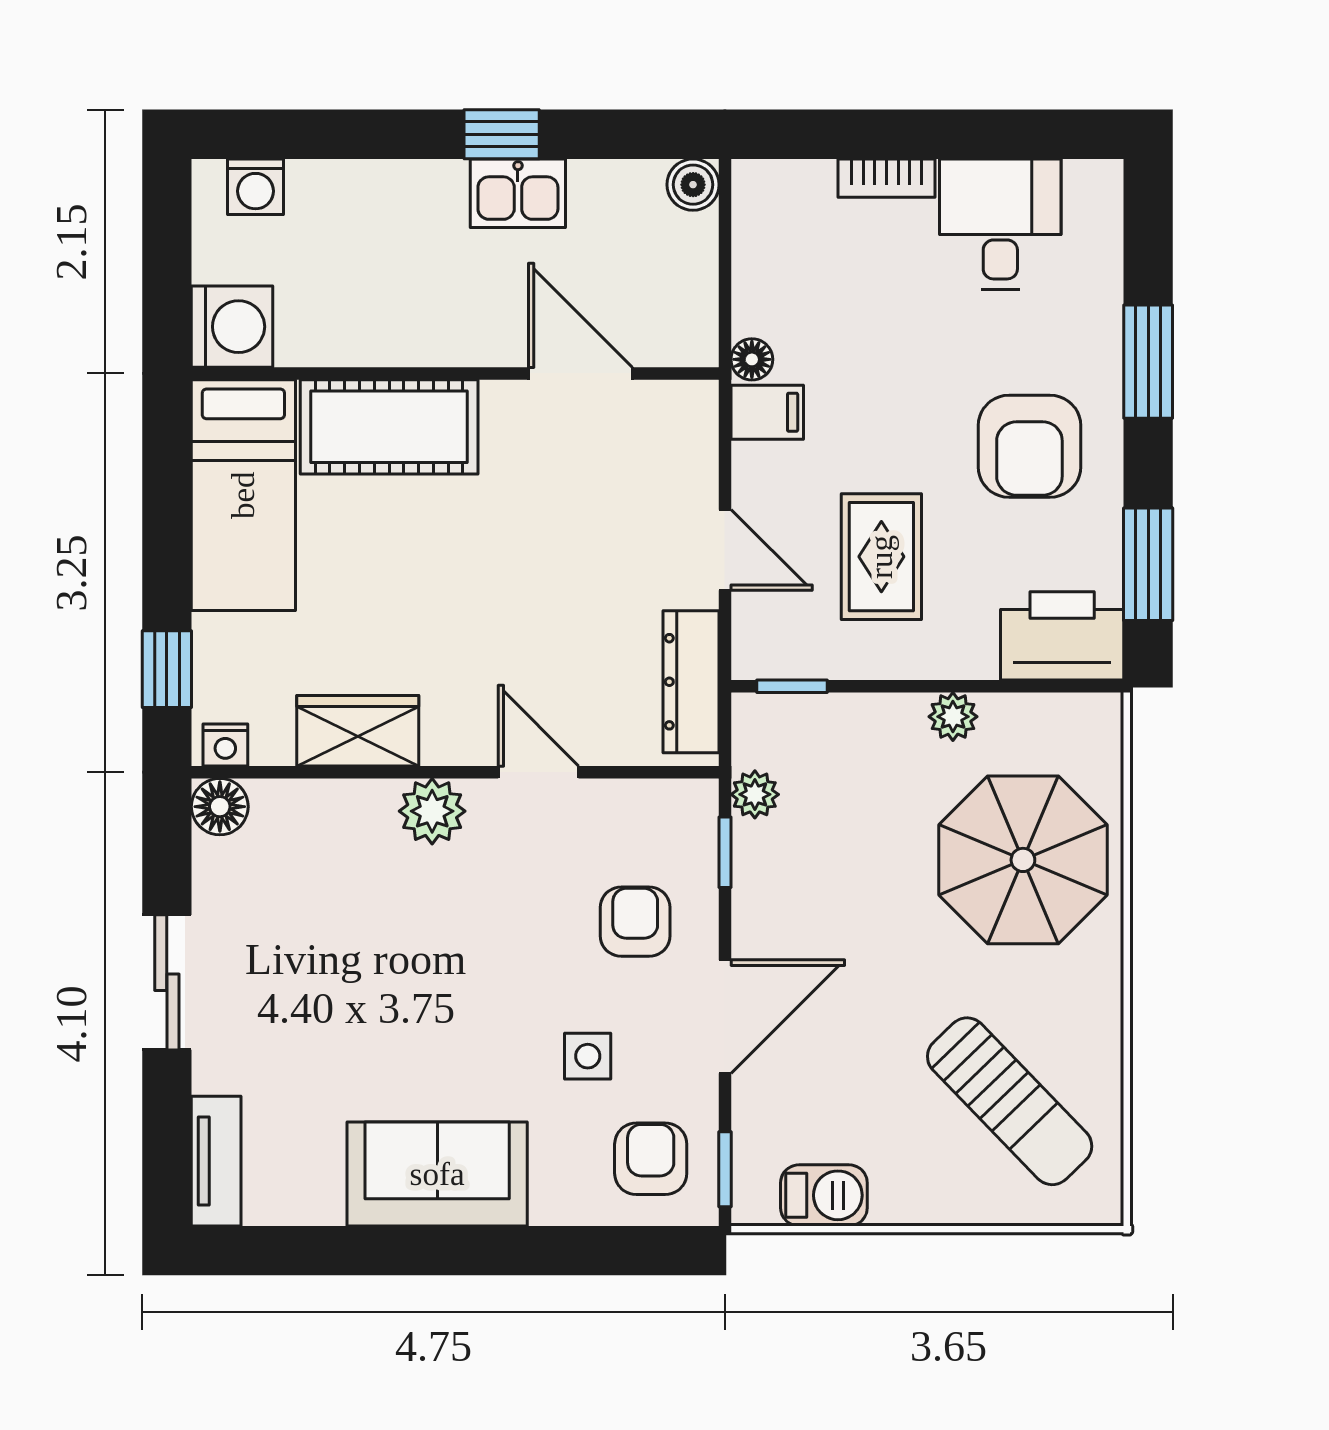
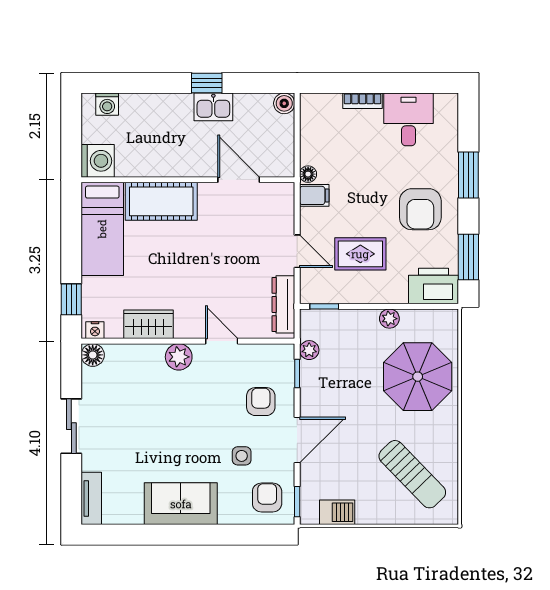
rug: (881, 557) -> (360, 254), turned 90

